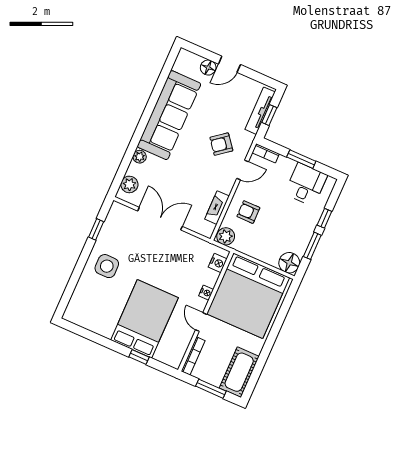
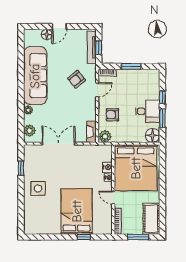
desk: (306, 184) -> (148, 111), moved, turned 90
fireplace: (217, 208) -> (91, 132), moved
nightstand: (218, 263) -> (107, 167), moved

